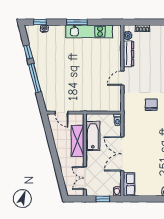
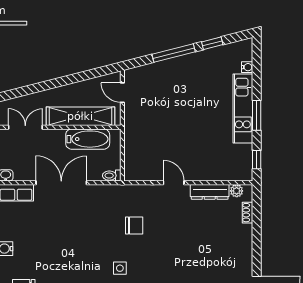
window: (40, 22) -> (257, 160), moved
kitchen unit: (89, 31) -> (243, 108), moved
door: (62, 113) -> (122, 93), hinge flipped
shelving: (77, 141) -> (80, 116), width x1.47

